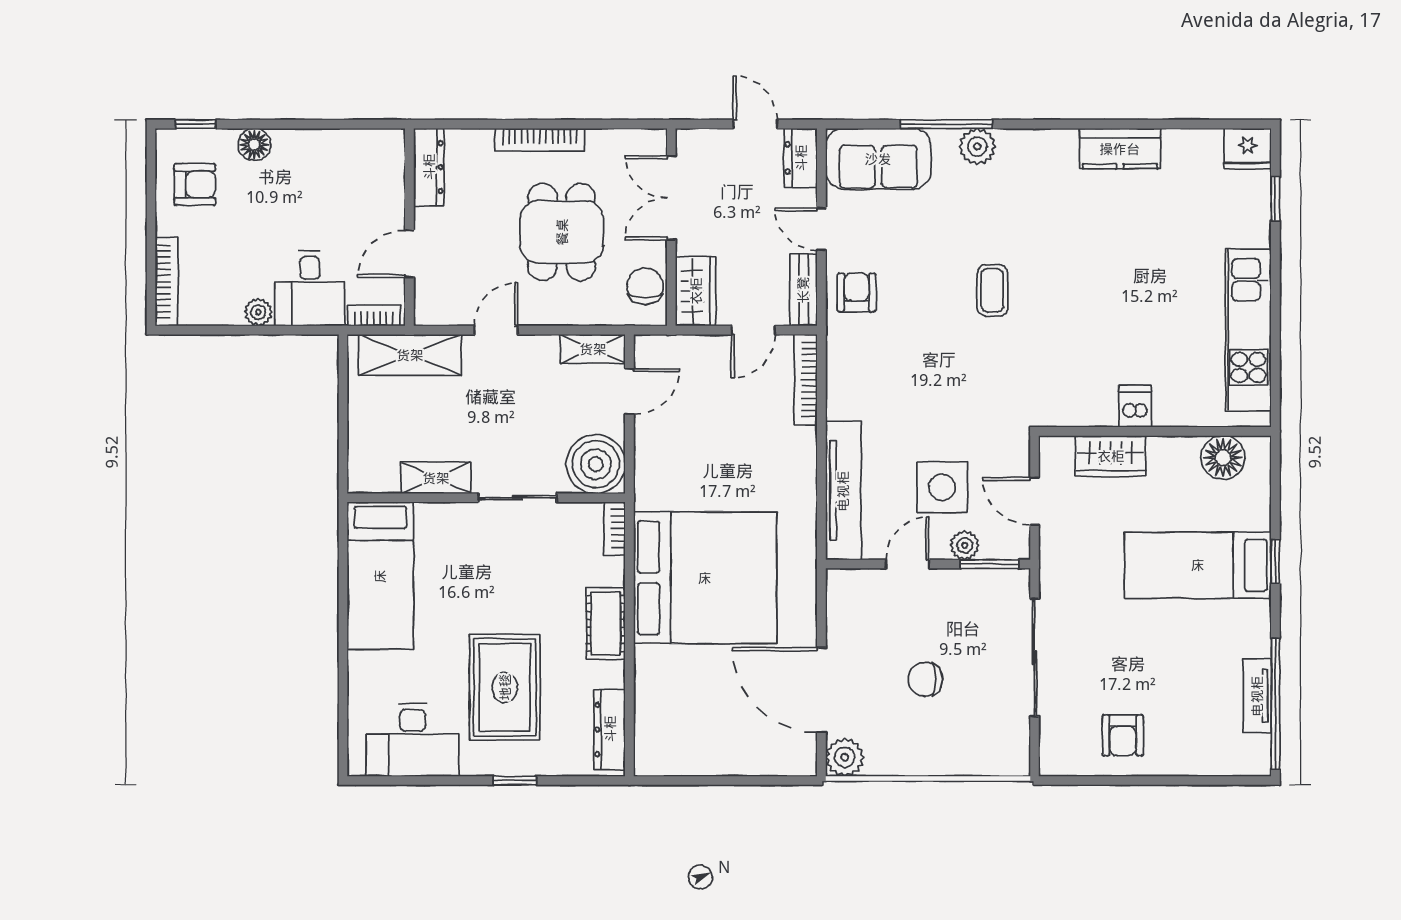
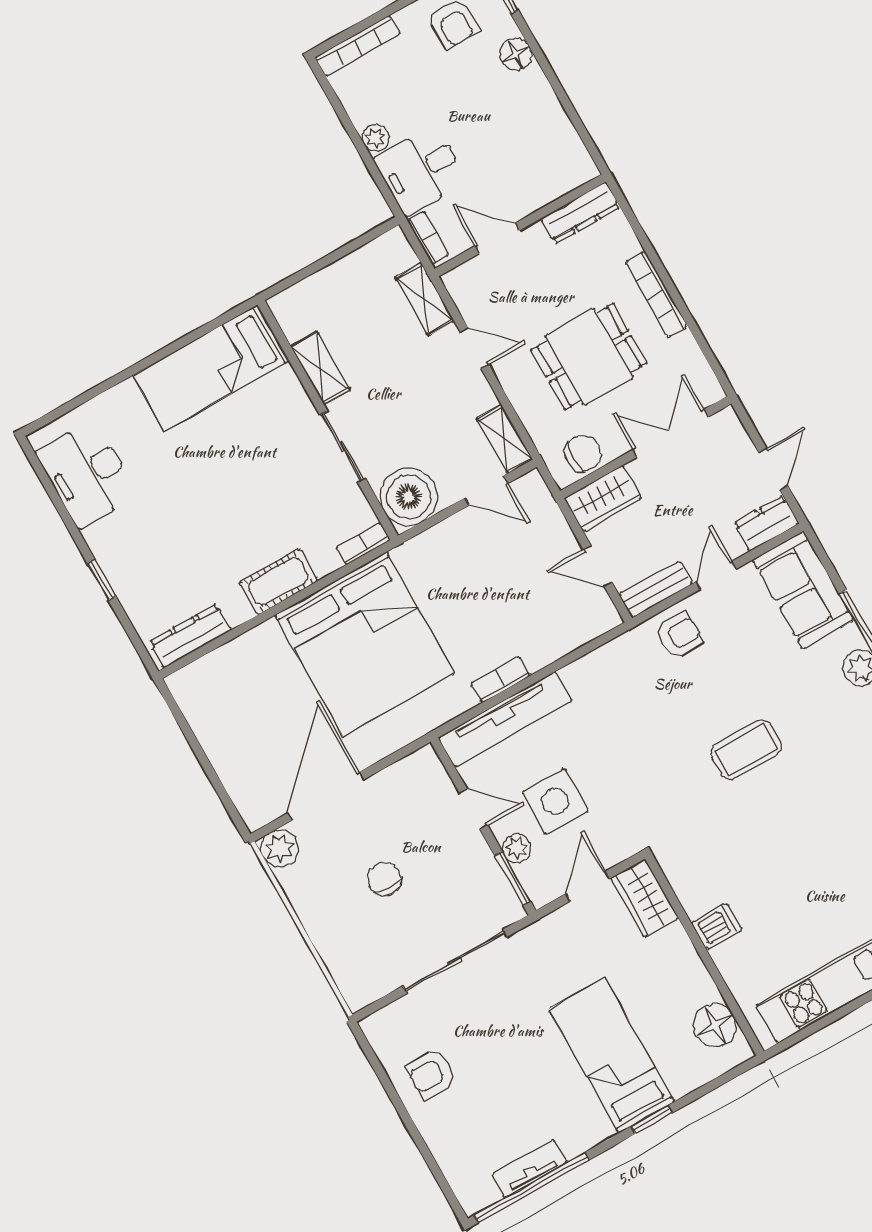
coffee table: (992, 290) -> (746, 750), width x1.36, depth x1.30
shelving: (410, 355) -> (425, 299), width x0.67, depth x0.75
bookcase: (806, 380) -> (501, 680), moved, width x0.64
wardrobe: (1111, 456) -> (645, 898), moved
rug: (505, 687) -> (176, 527), removed

